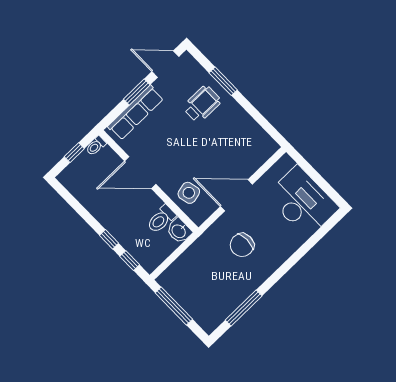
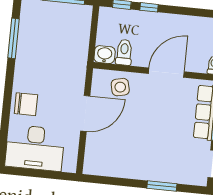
wheelchair: (202, 104) -> (163, 157), removed
chair: (242, 245) -> (26, 104), moved, turned 90

